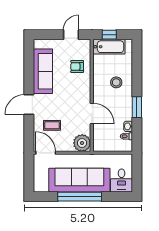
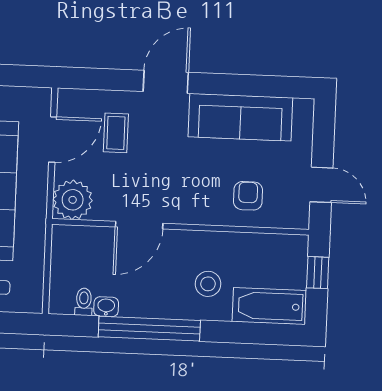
bathtub: (109, 47) -> (269, 306), moved, turned 90
door: (29, 104) -> (166, 82), hinge flipped
window: (137, 107) -> (149, 329), width x2.11
door: (46, 153) -> (53, 140), moved

